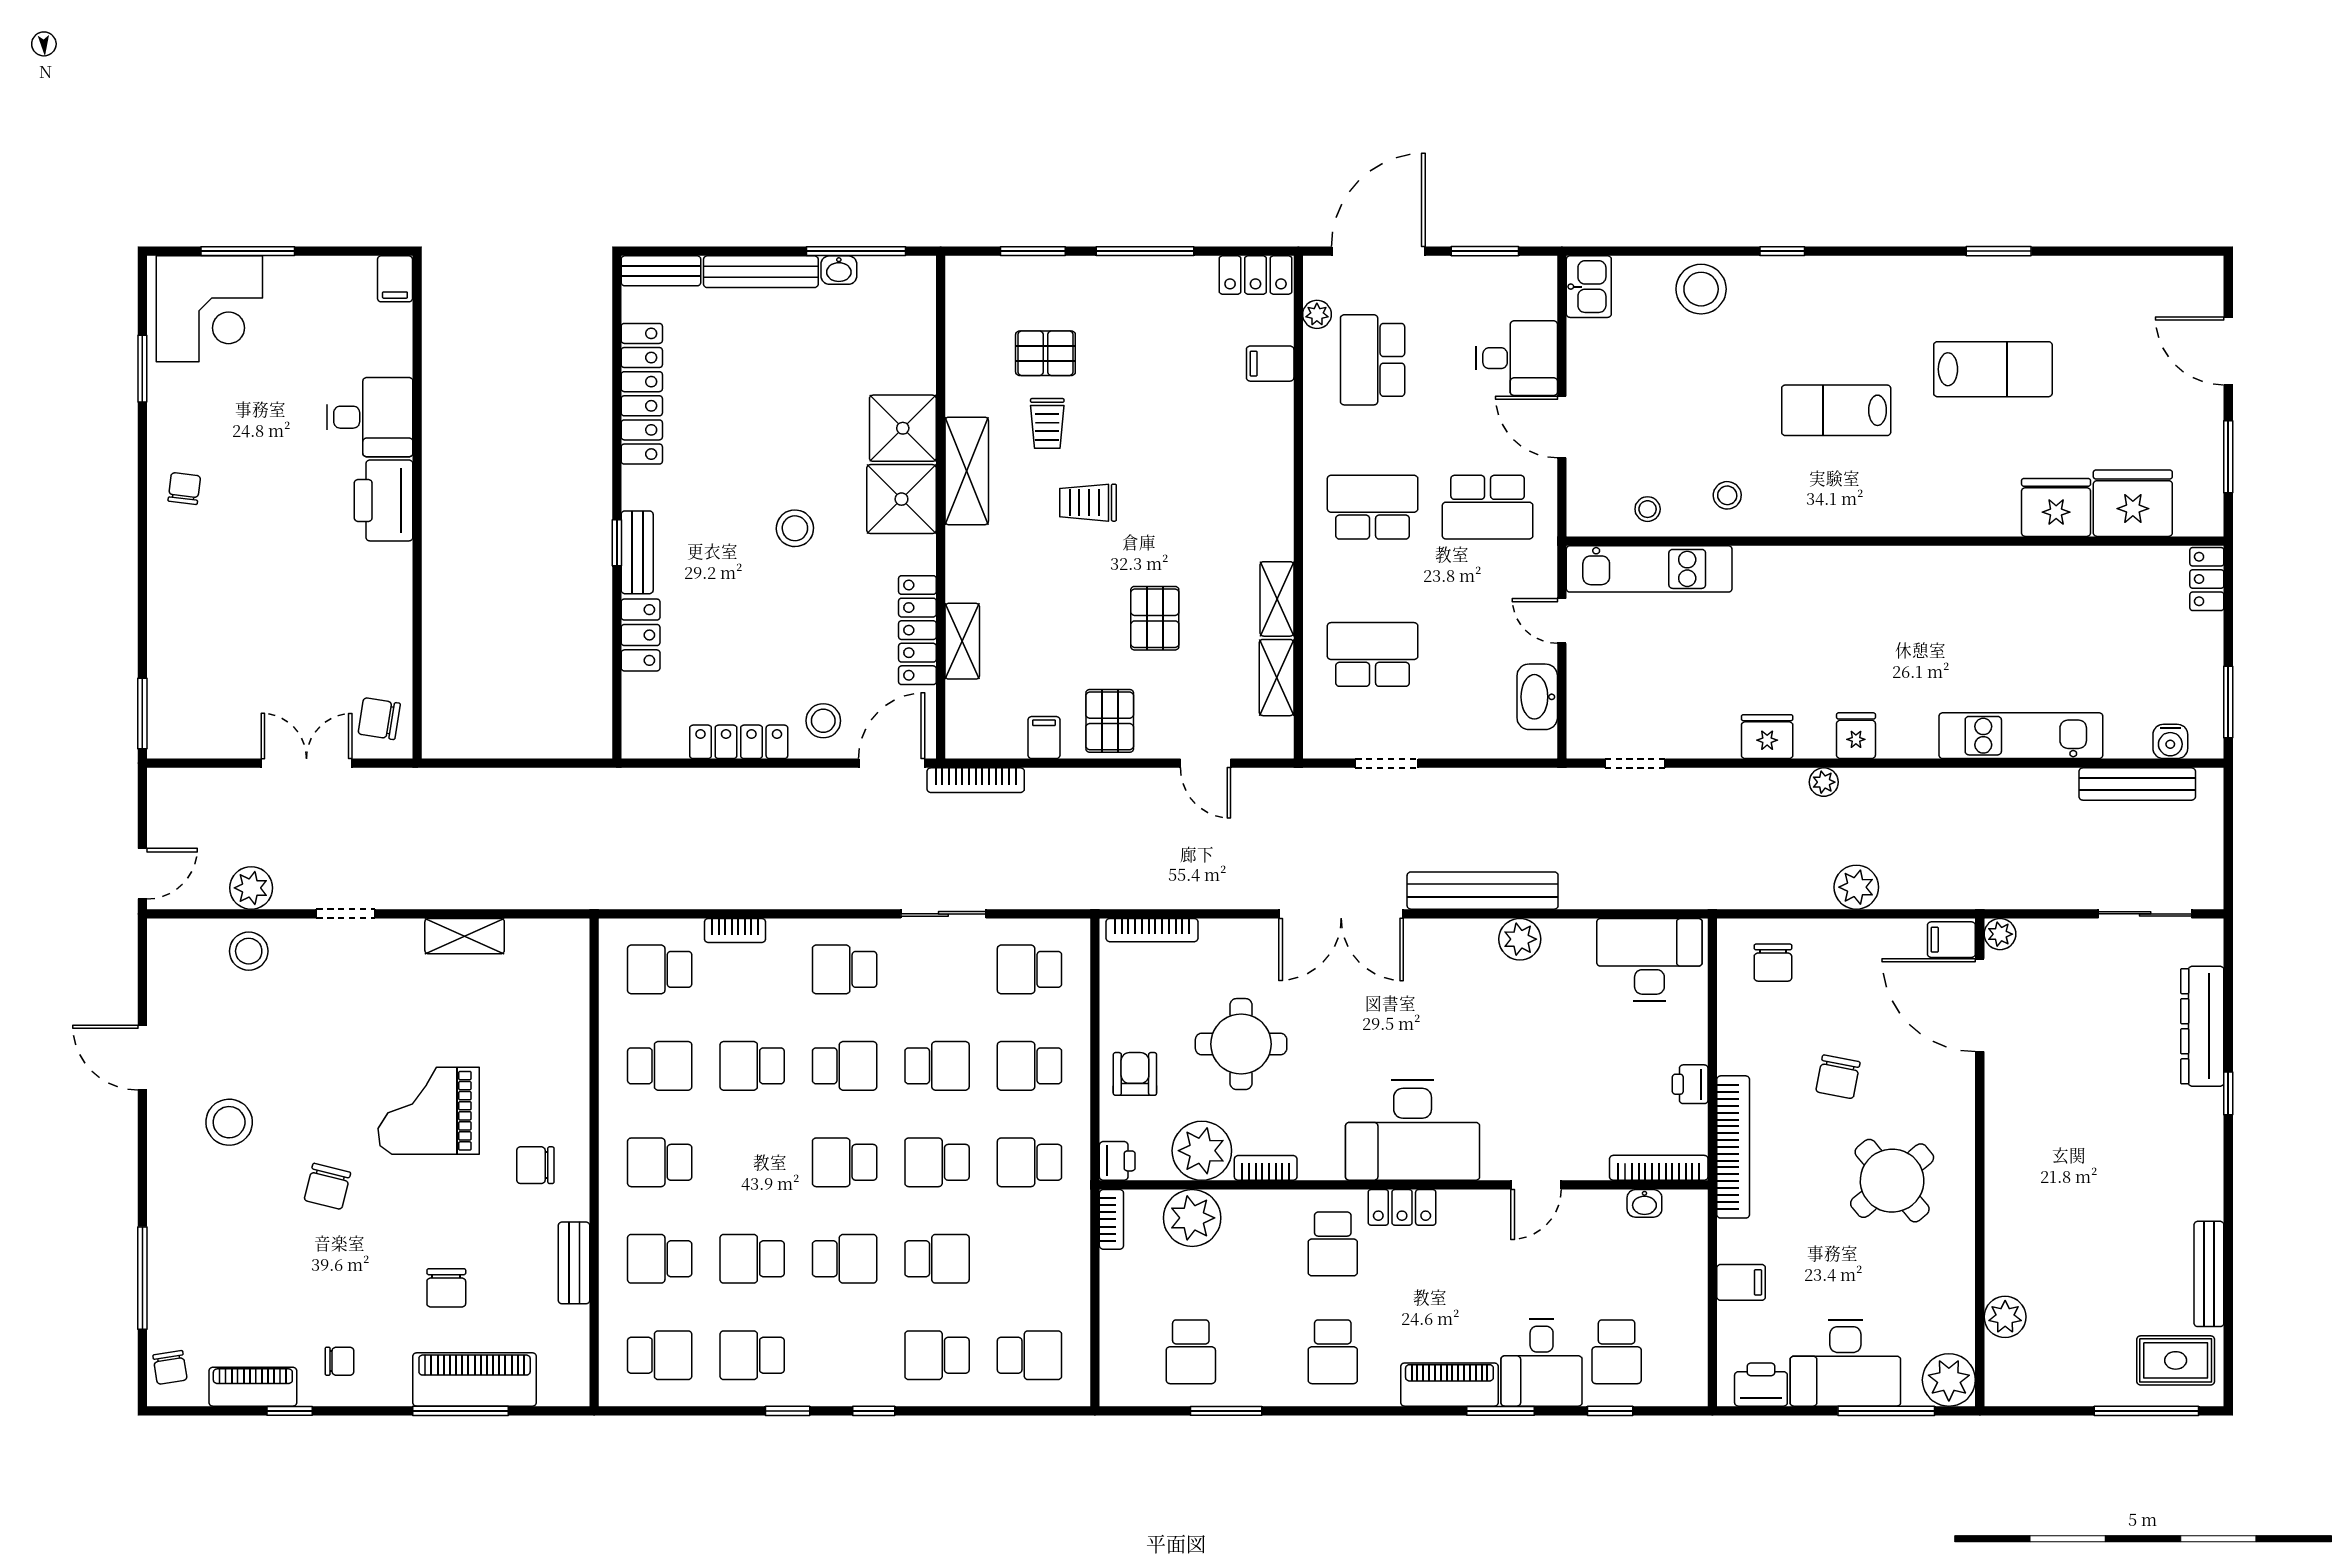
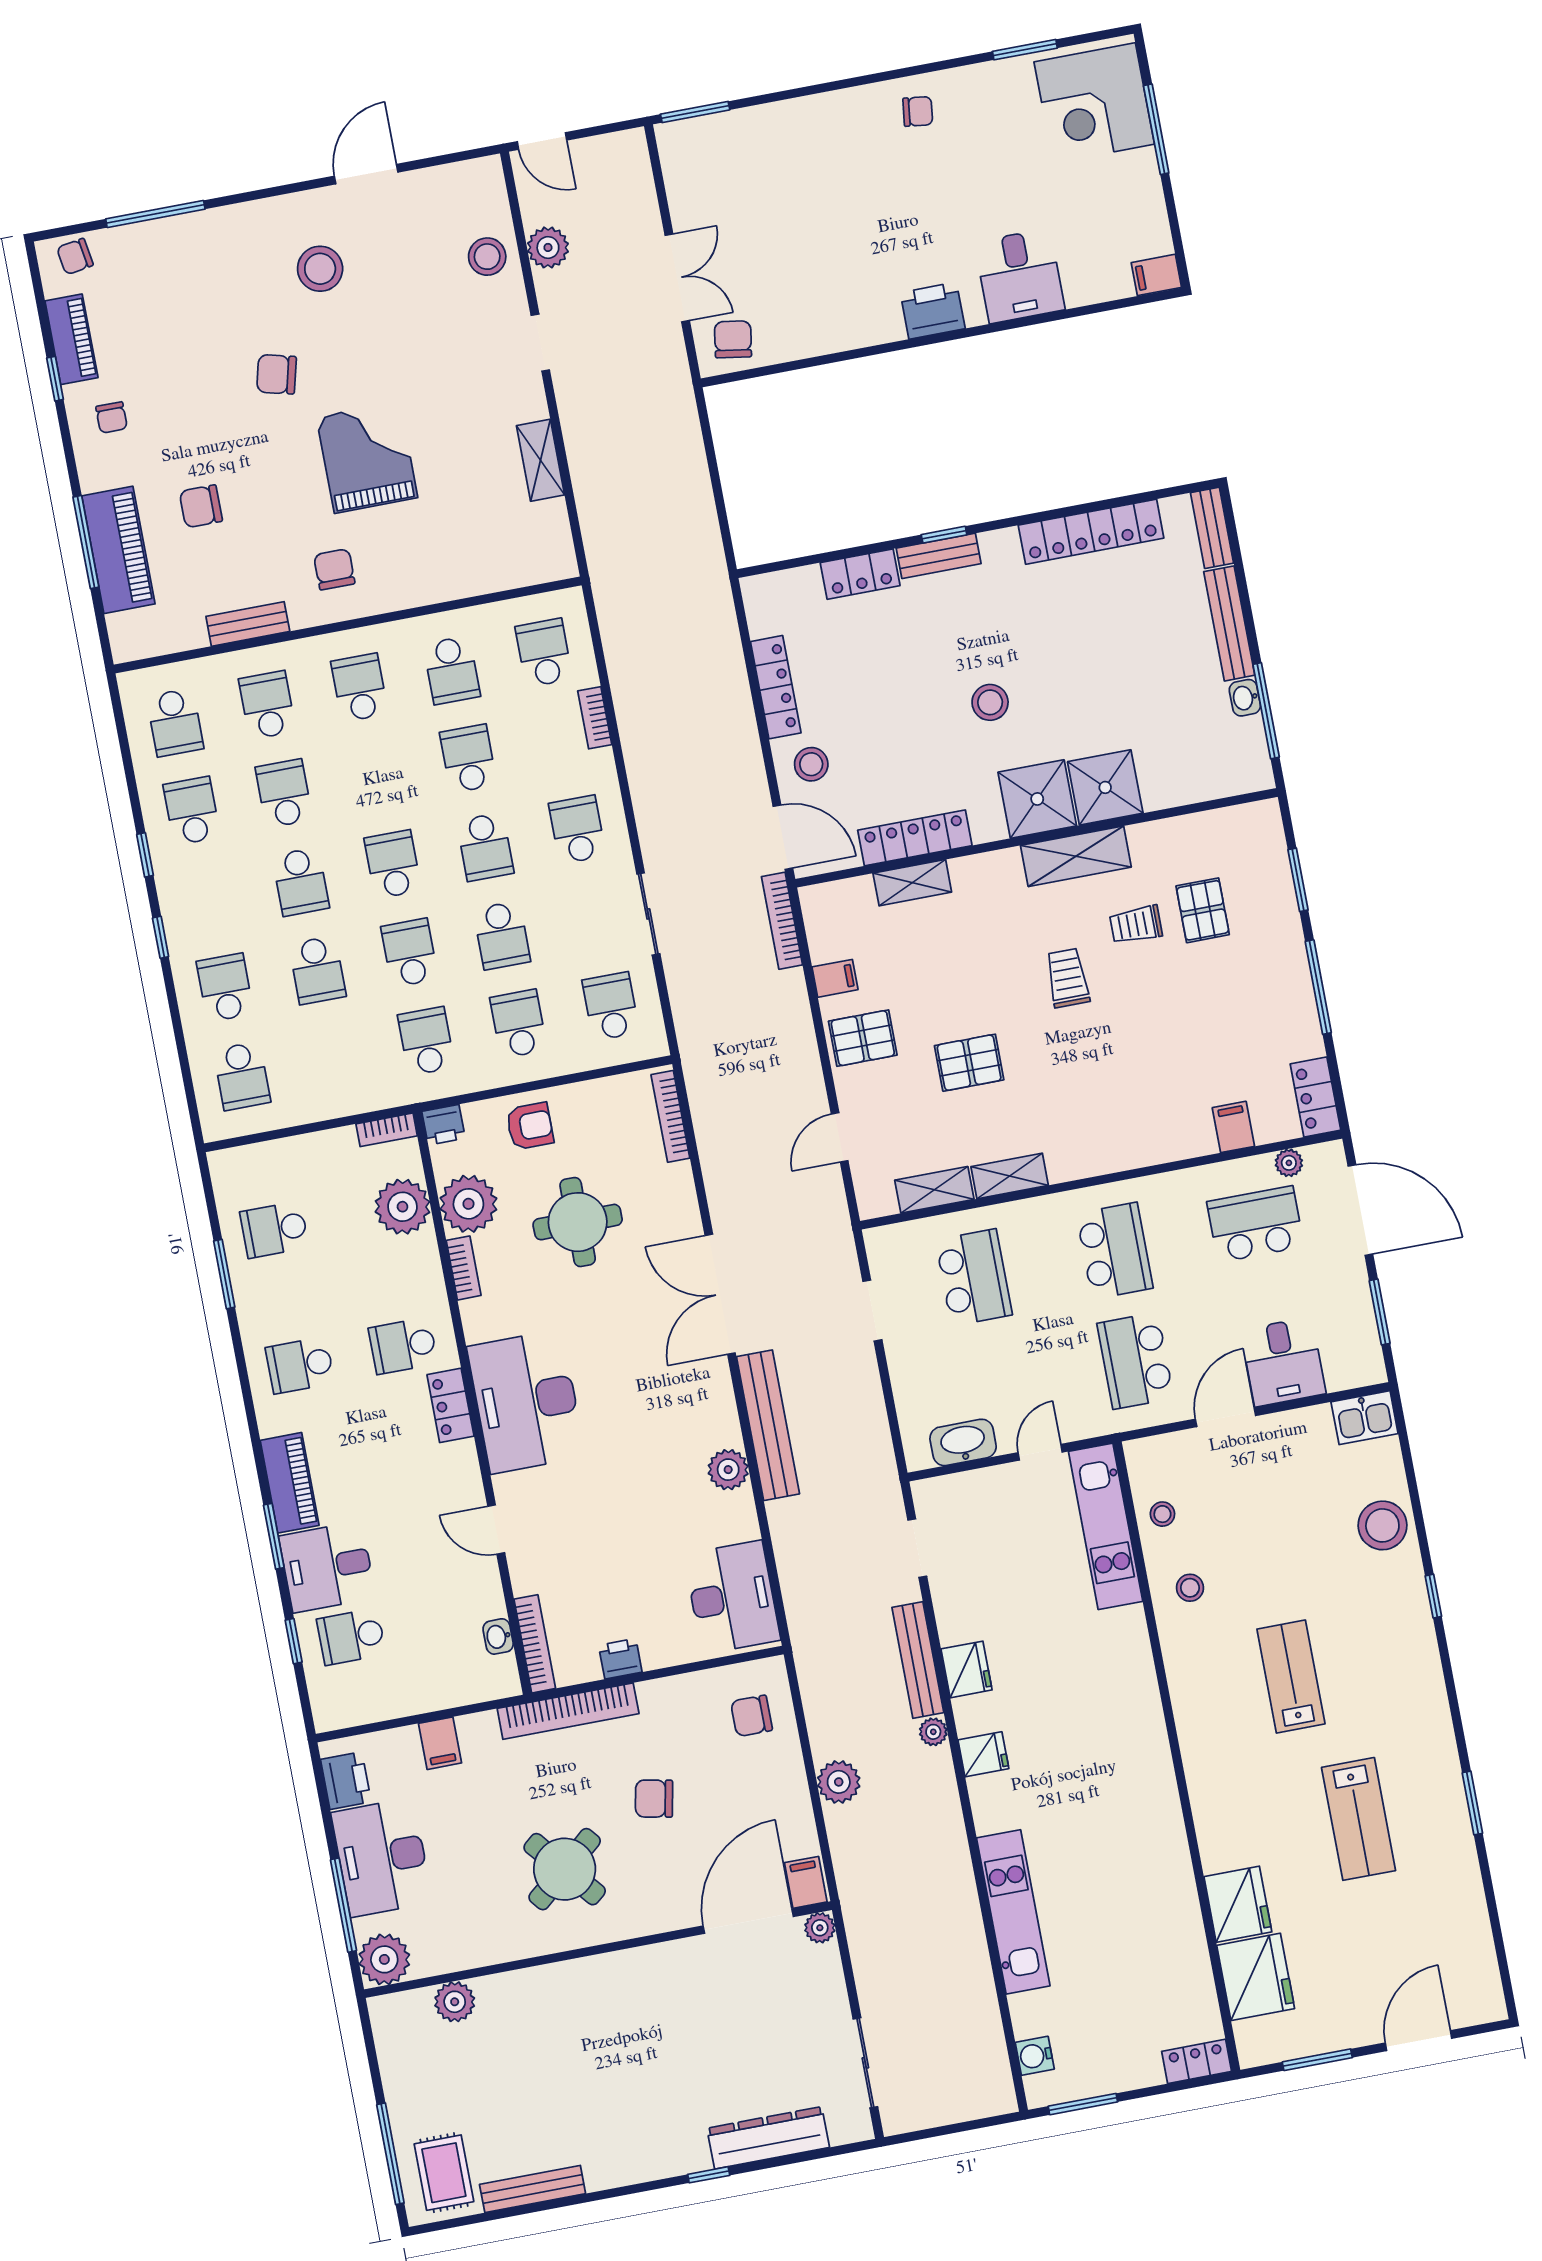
printer: (384, 500) -> (933, 311), width x0.73, depth x0.84
bench: (2137, 784) -> (918, 1660), moved

